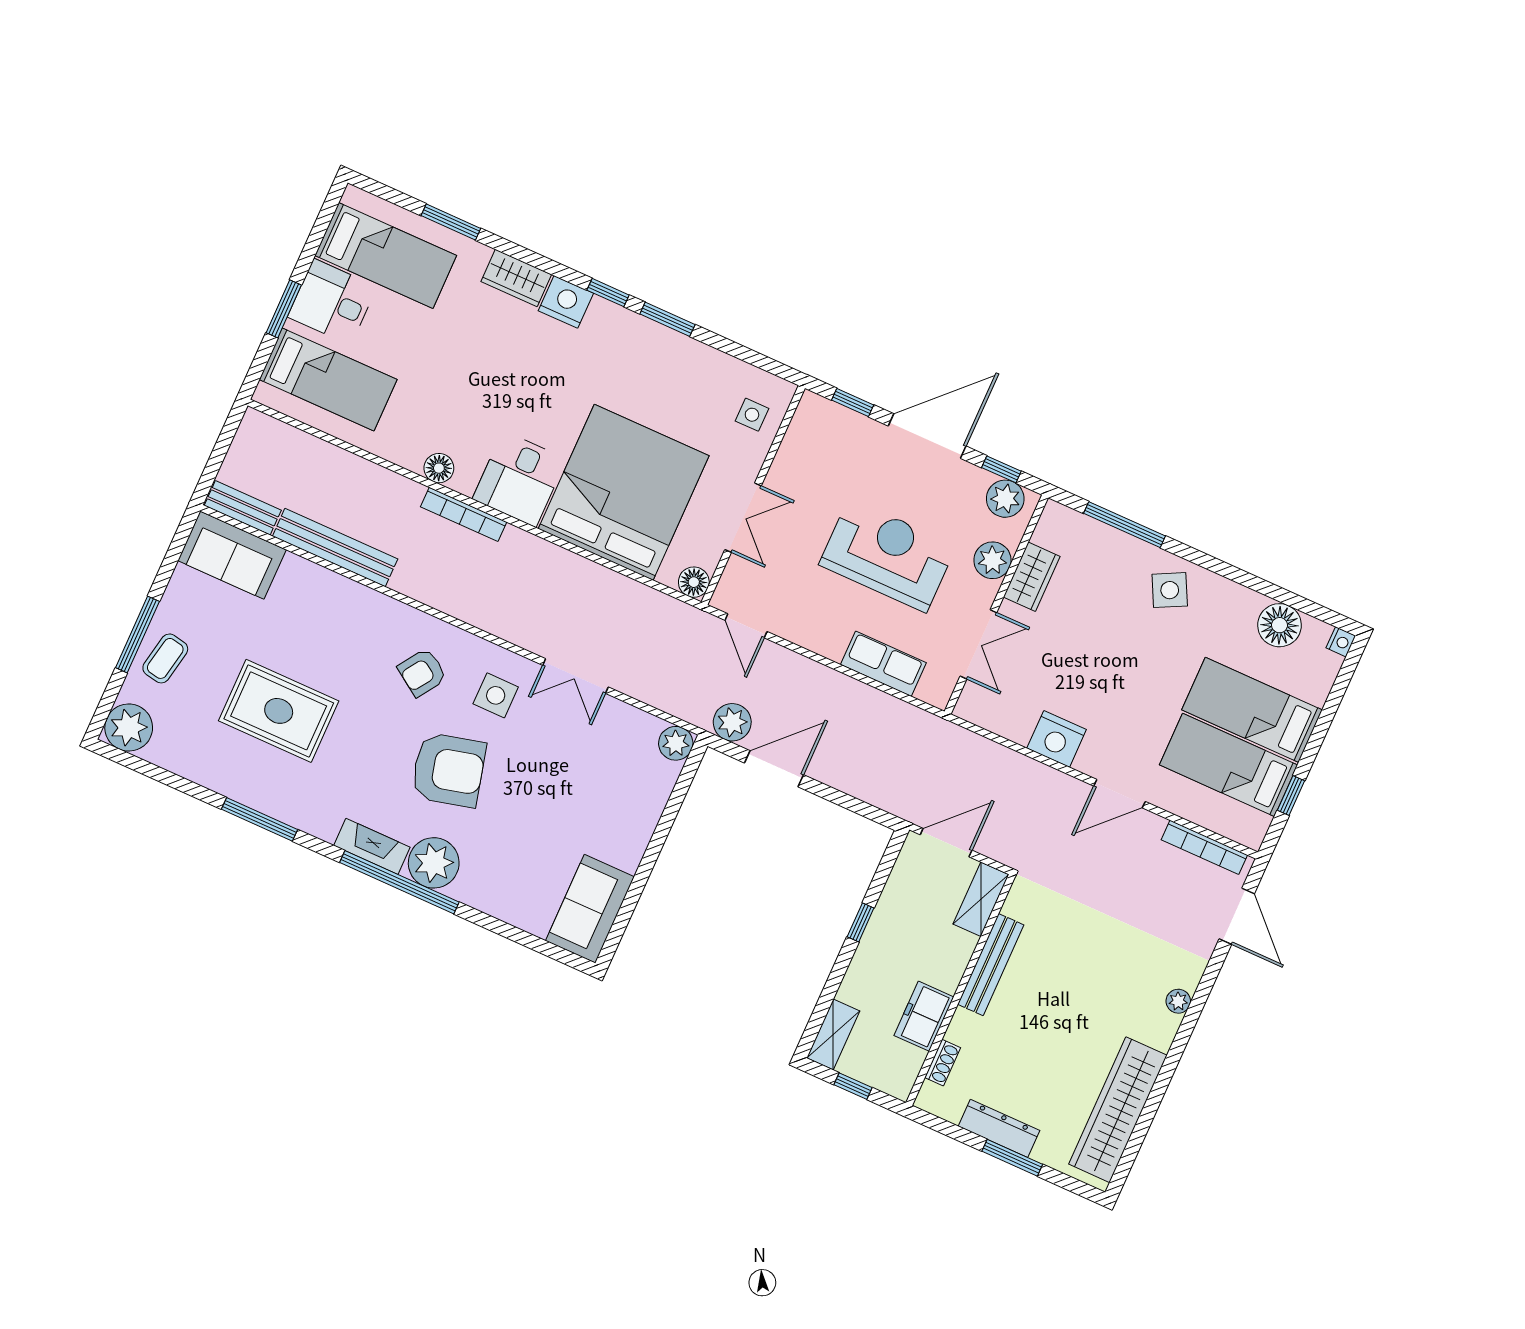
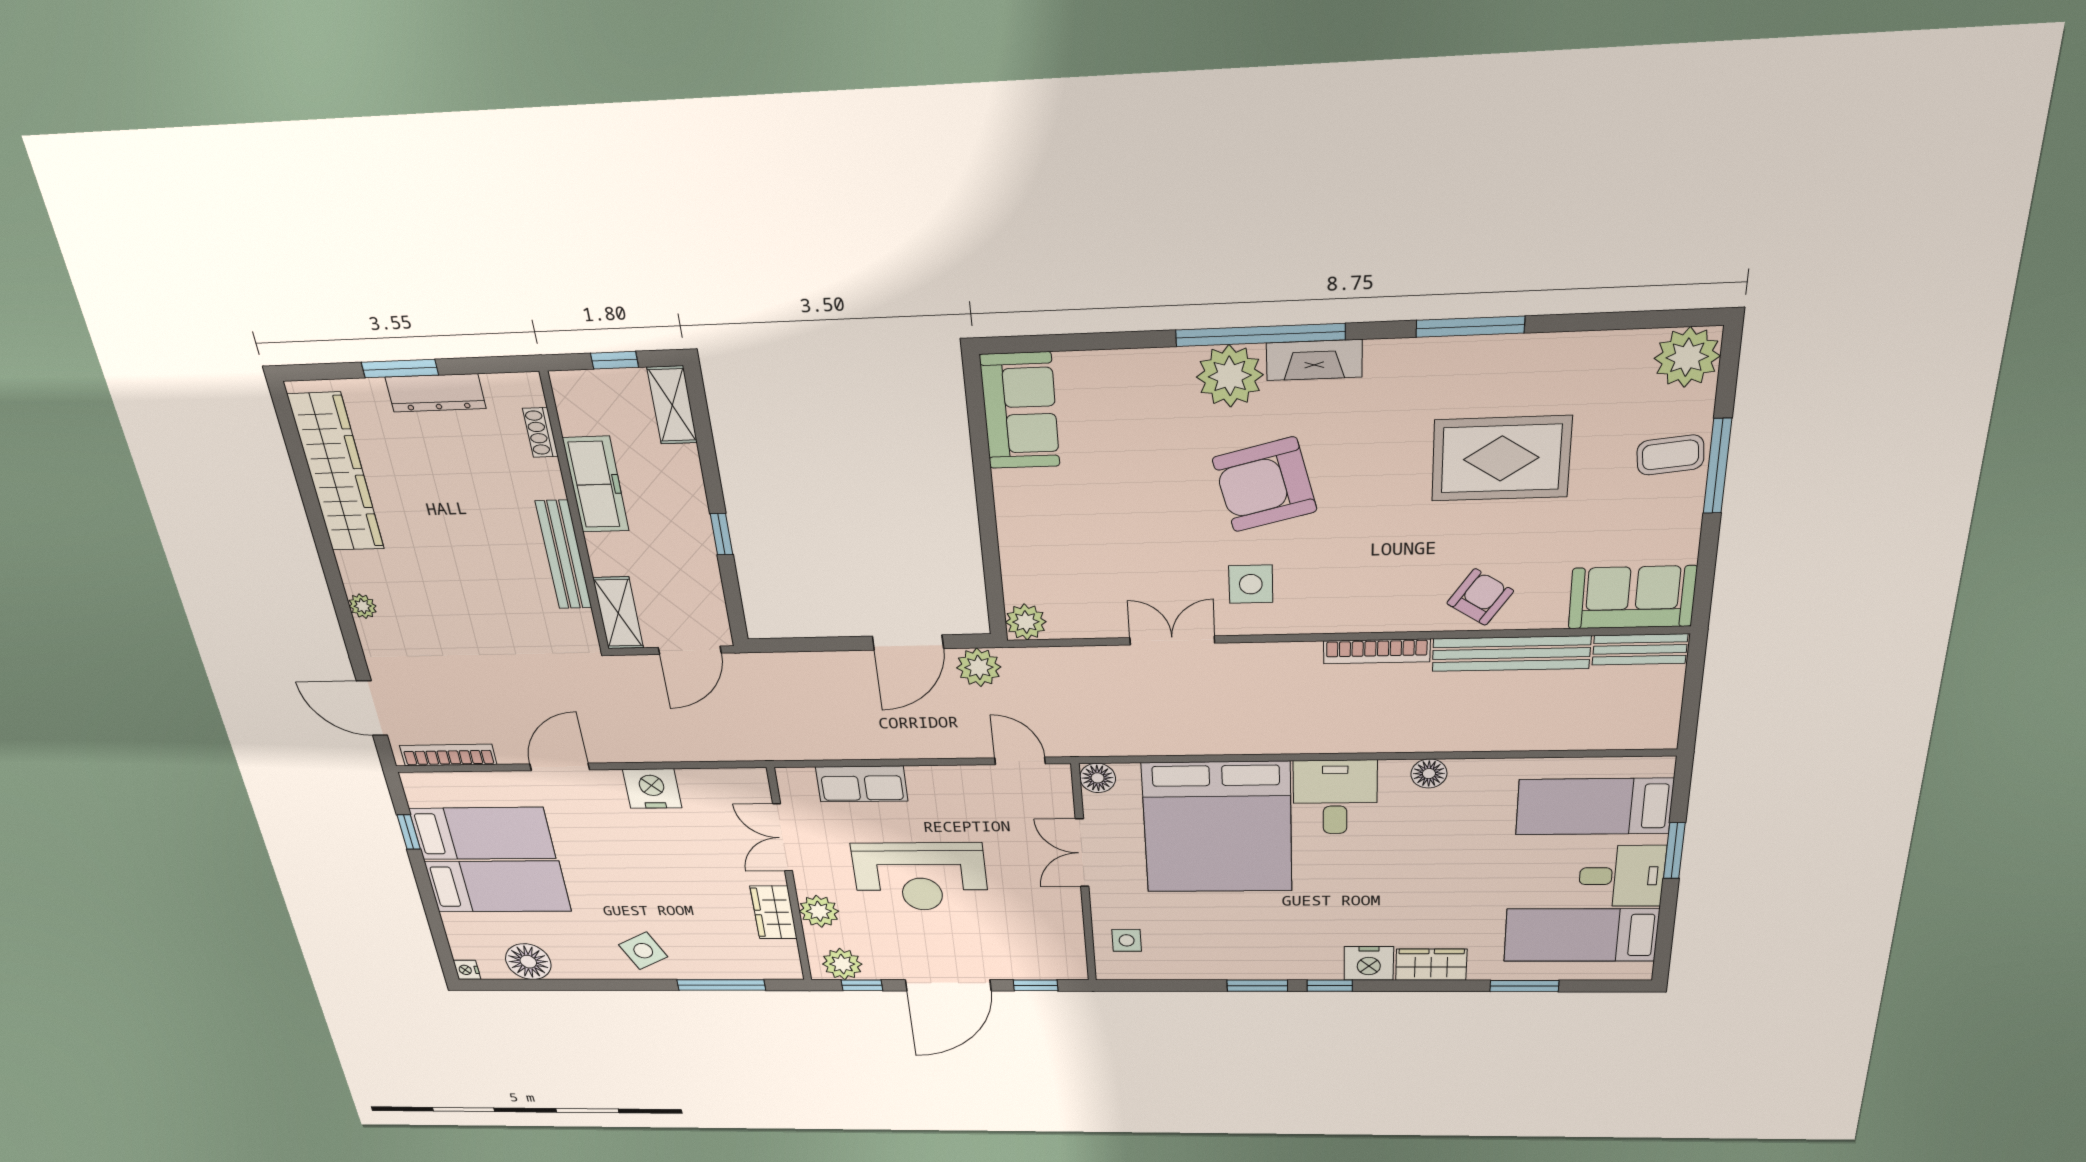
bookcase: (464, 514) -> (1377, 651), moved, turned 180
coffee table: (165, 658) -> (1670, 455), turned 73
armchair: (422, 672) -> (1480, 597), moved
freezer: (924, 1016) -> (596, 485), width x1.40

